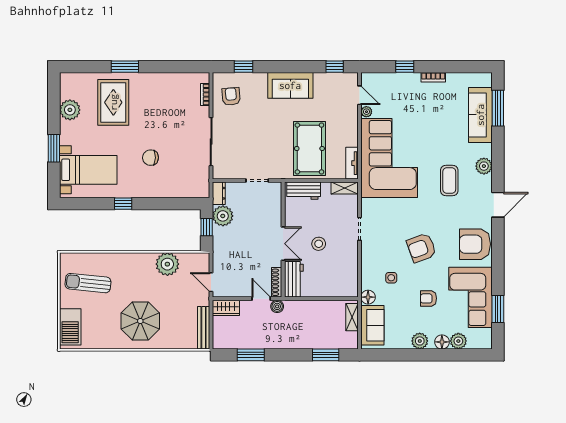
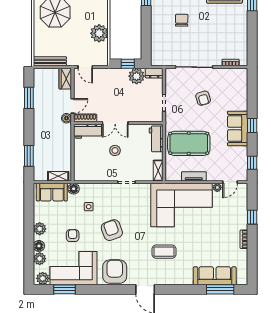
window: (244, 67) -> (252, 125), moved
armchair: (231, 96) -> (203, 98), moved, turned 79
tv unit: (352, 163) -> (194, 176), moved
plant: (484, 166) -> (43, 278), moved
door: (211, 282) -> (85, 67), swing flipped

